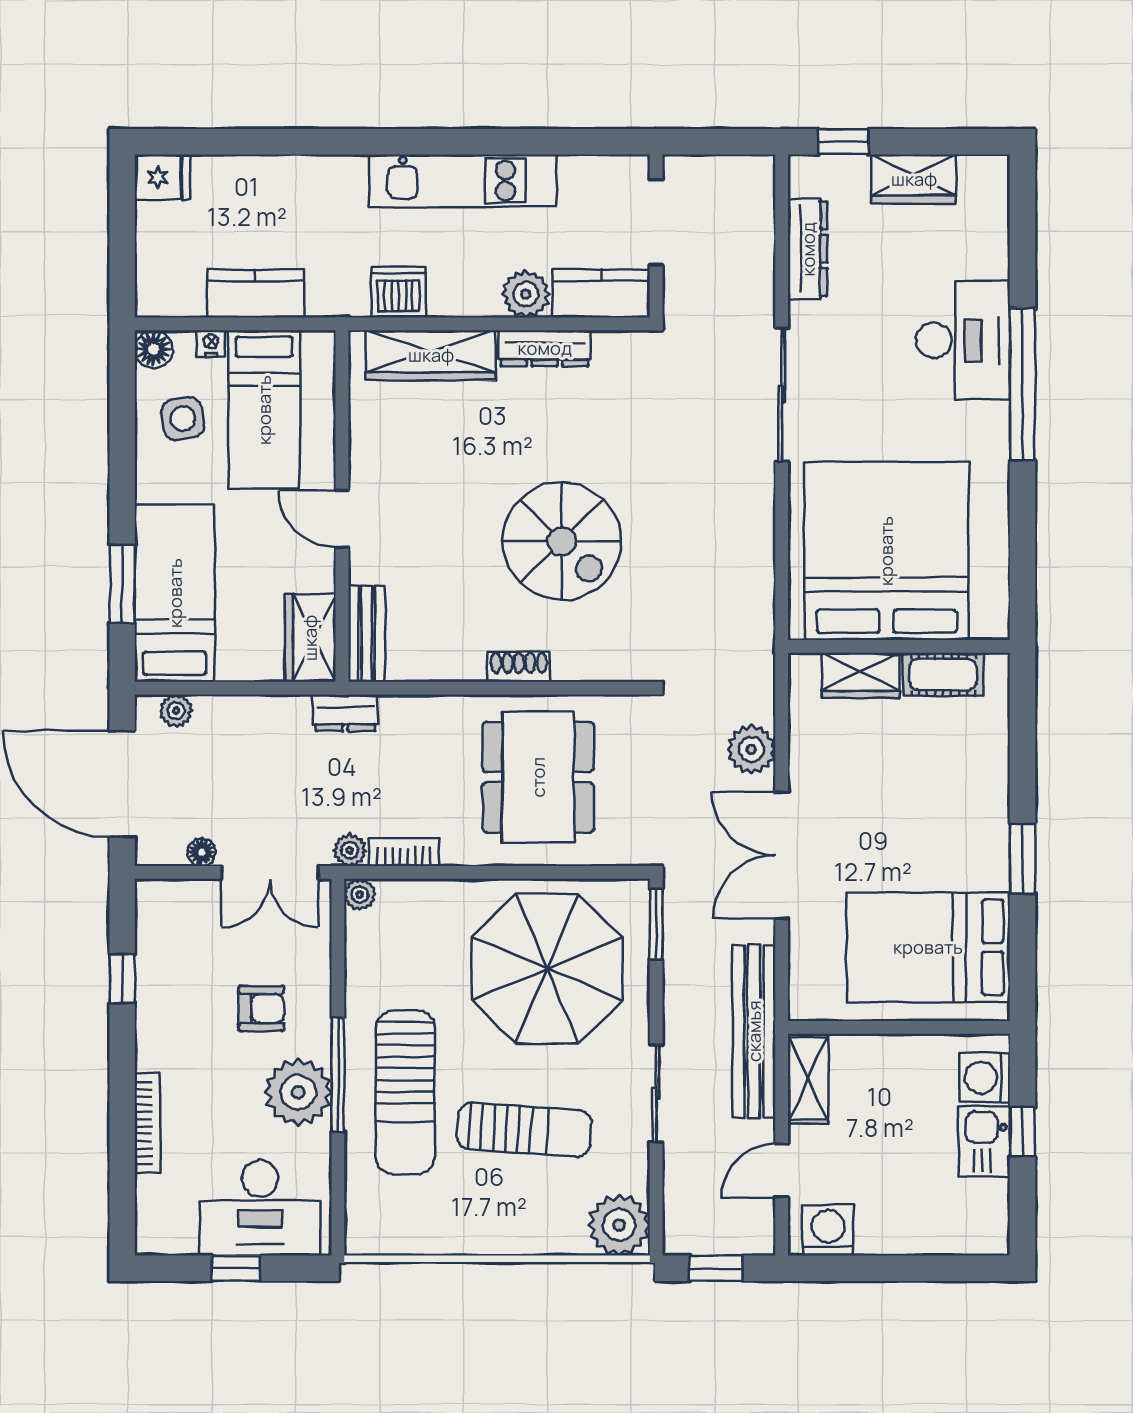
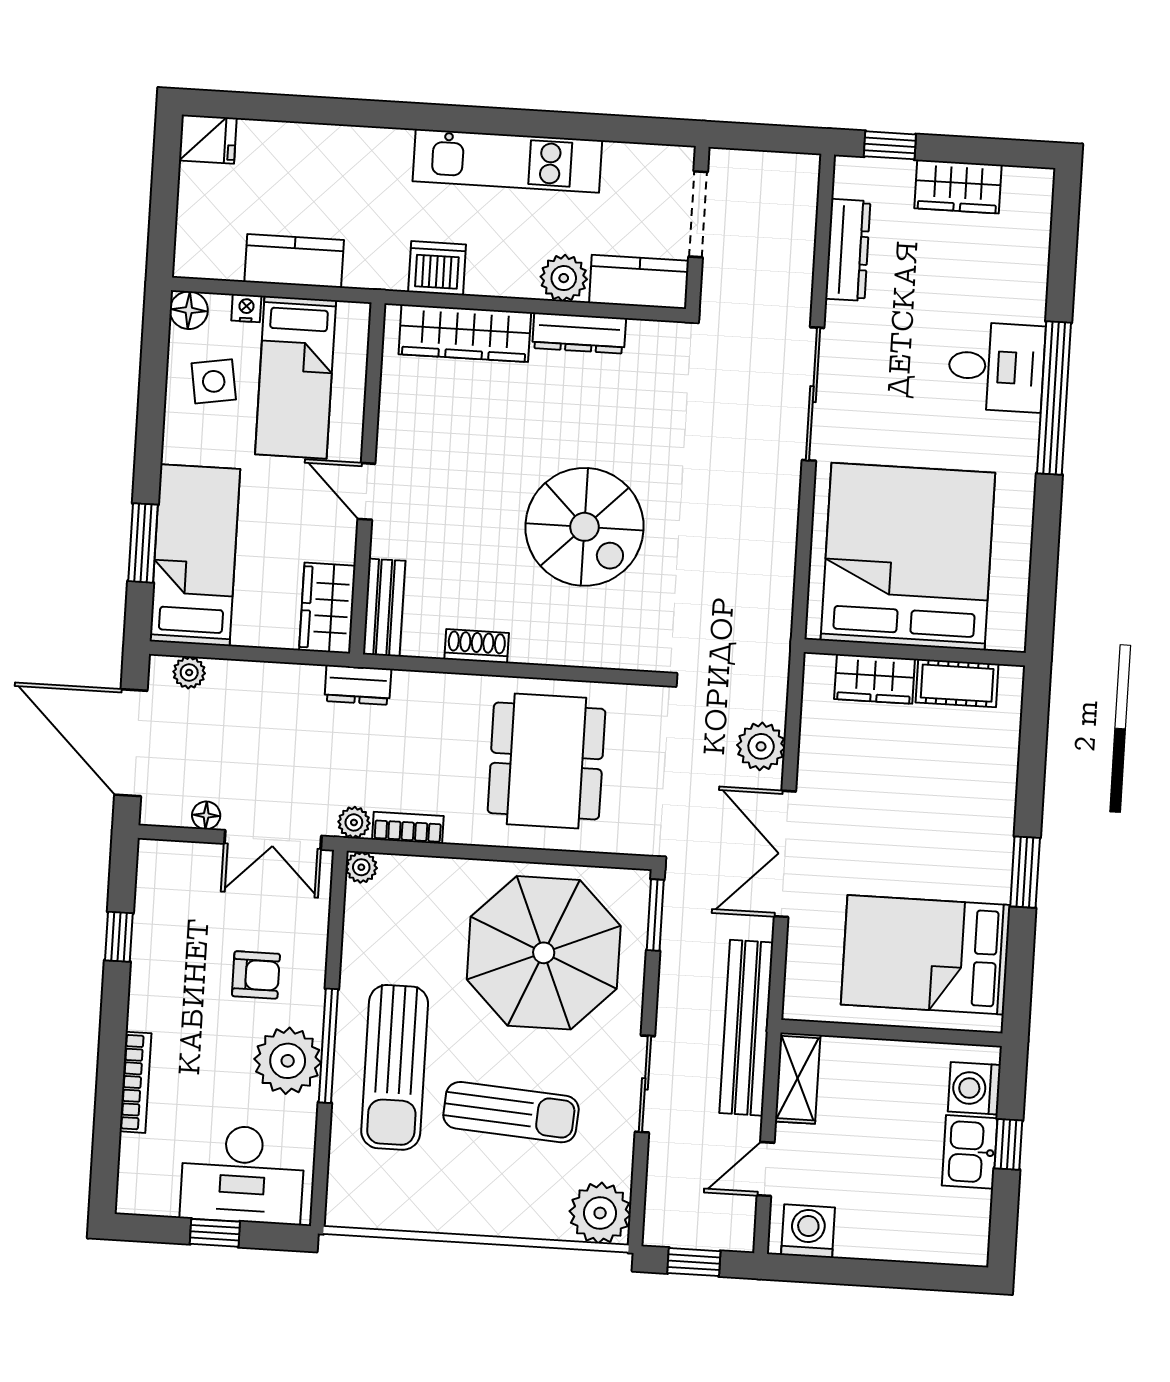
desk: (963, 340) -> (996, 367), width x0.73
shoe rack: (519, 667) -> (477, 646), moved

